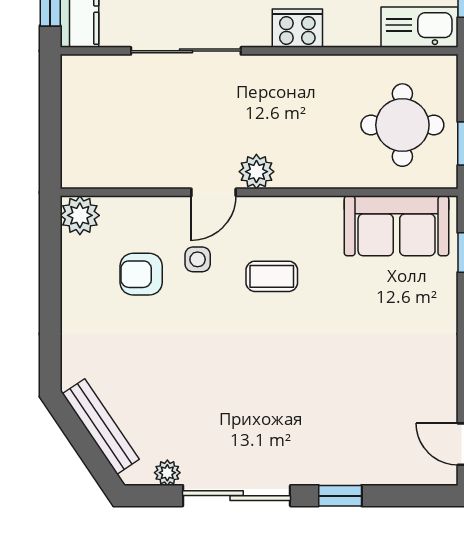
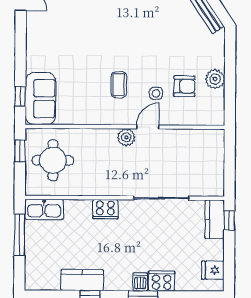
plant: (80, 215) -> (215, 79), moved
sofa: (397, 226) -> (40, 99), moved, turned 90
coffee table: (272, 276) -> (119, 85), turned 90

